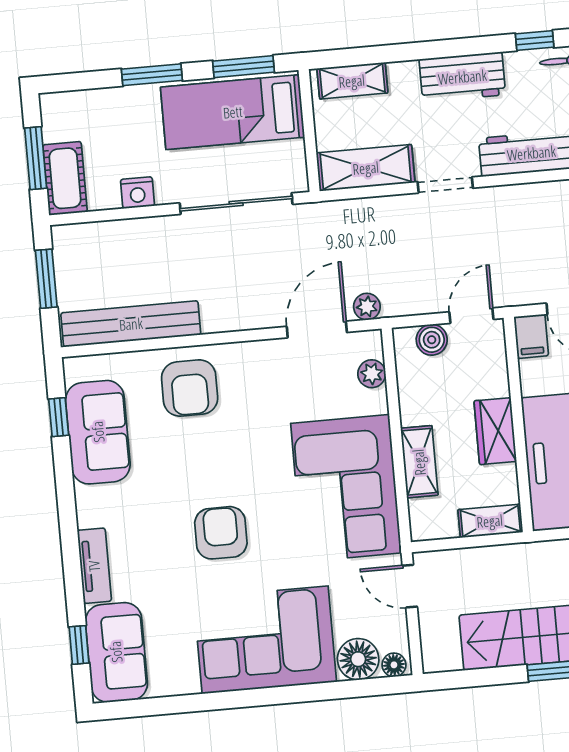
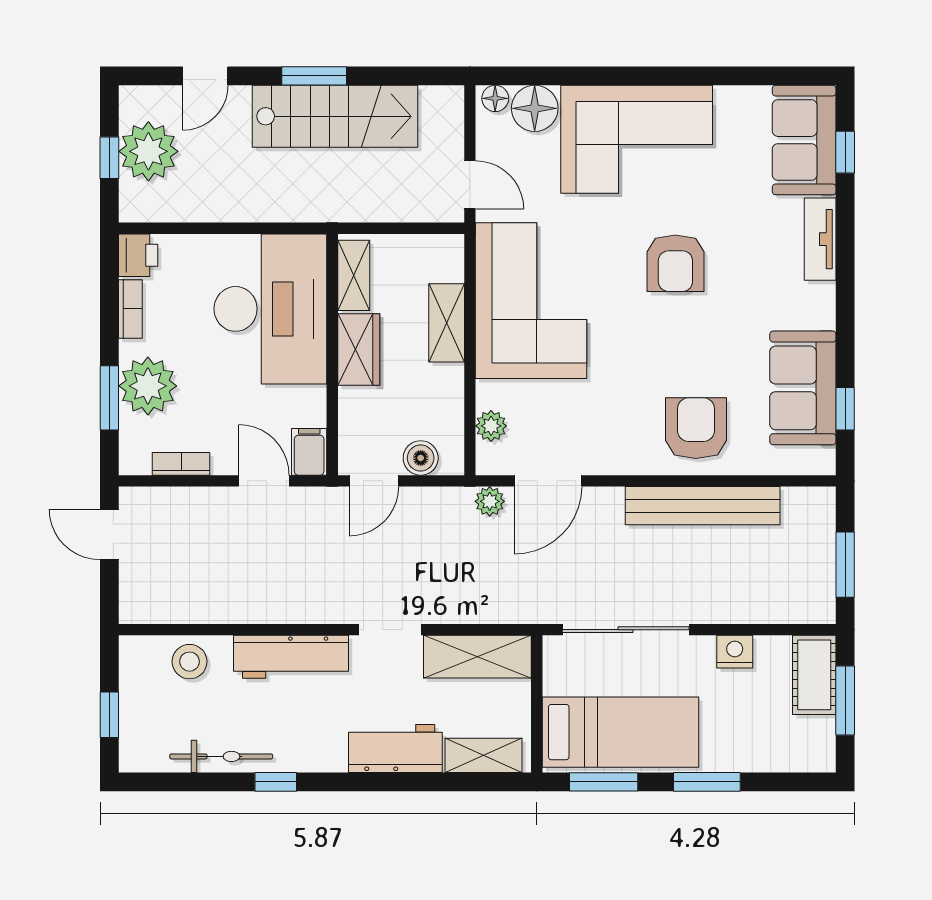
workbench: (462, 77) -> (395, 748), moved
bench: (131, 324) -> (703, 506), moved
shelving: (490, 521) -> (354, 275), moved, turned 90

